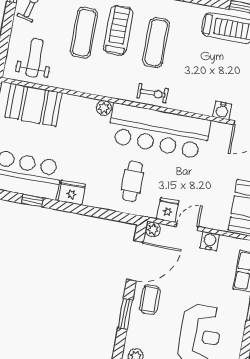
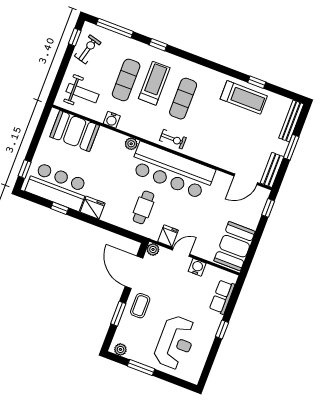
weight bench: (35, 58) -> (82, 93), turned 90
water cooler: (222, 110) -> (112, 120), moved
door: (135, 261) -> (134, 272), swing flipped

